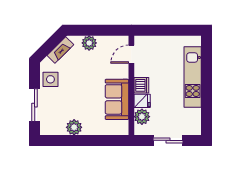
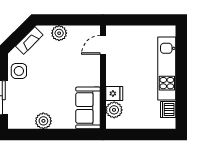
dishwasher: (141, 85) -> (168, 109), moved, turned 180
sofa: (117, 99) -> (88, 108), moved
sliding door: (168, 140) -> (141, 135), removed

